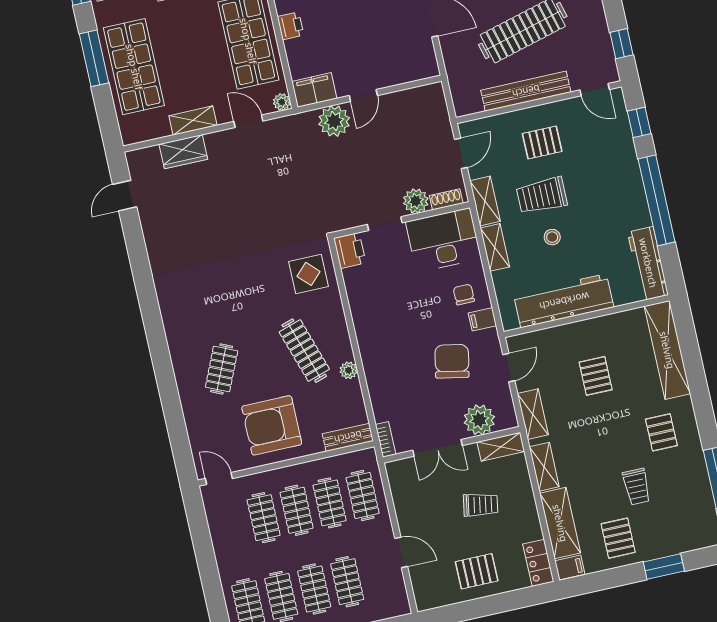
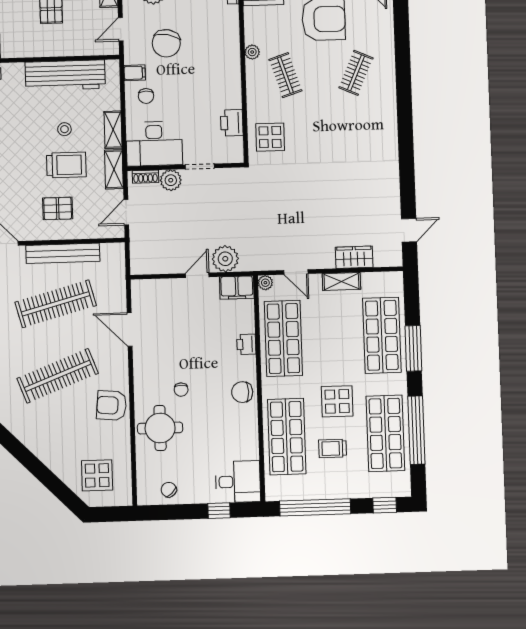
printer: (350, 250) -> (232, 123), moved
clothes rail: (304, 351) -> (285, 75), width x0.73

